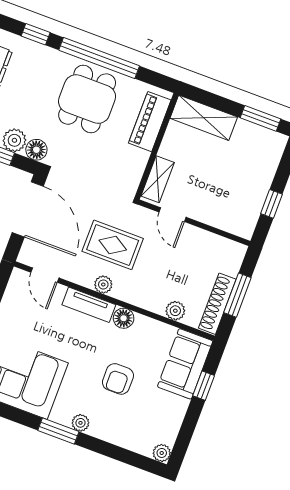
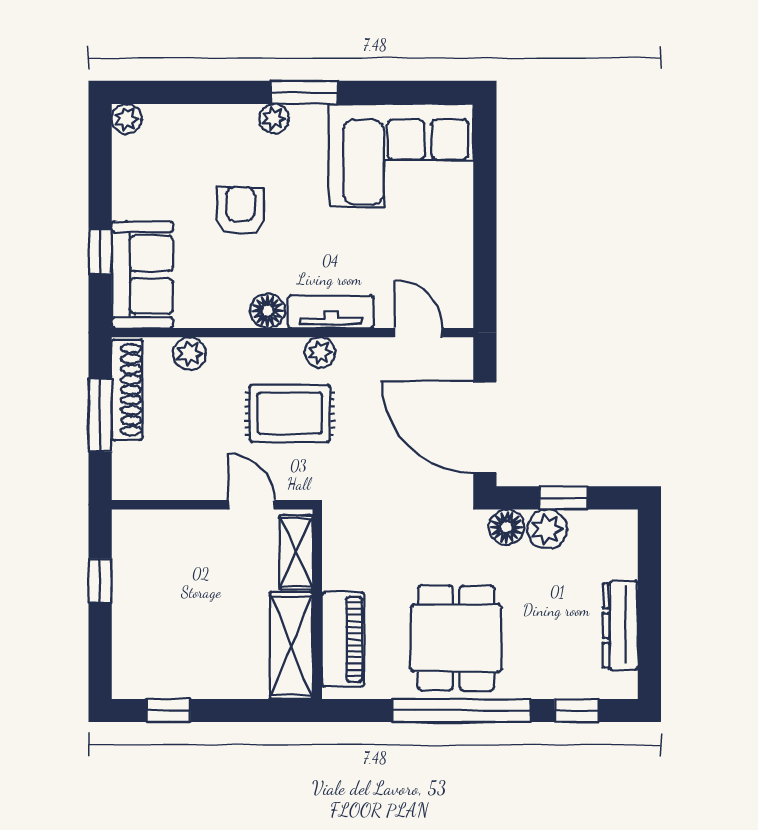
shelving: (204, 118) -> (291, 646), moved, turned 90
window: (261, 118) -> (168, 711), width x0.67
rug: (113, 245) -> (290, 413), moved

